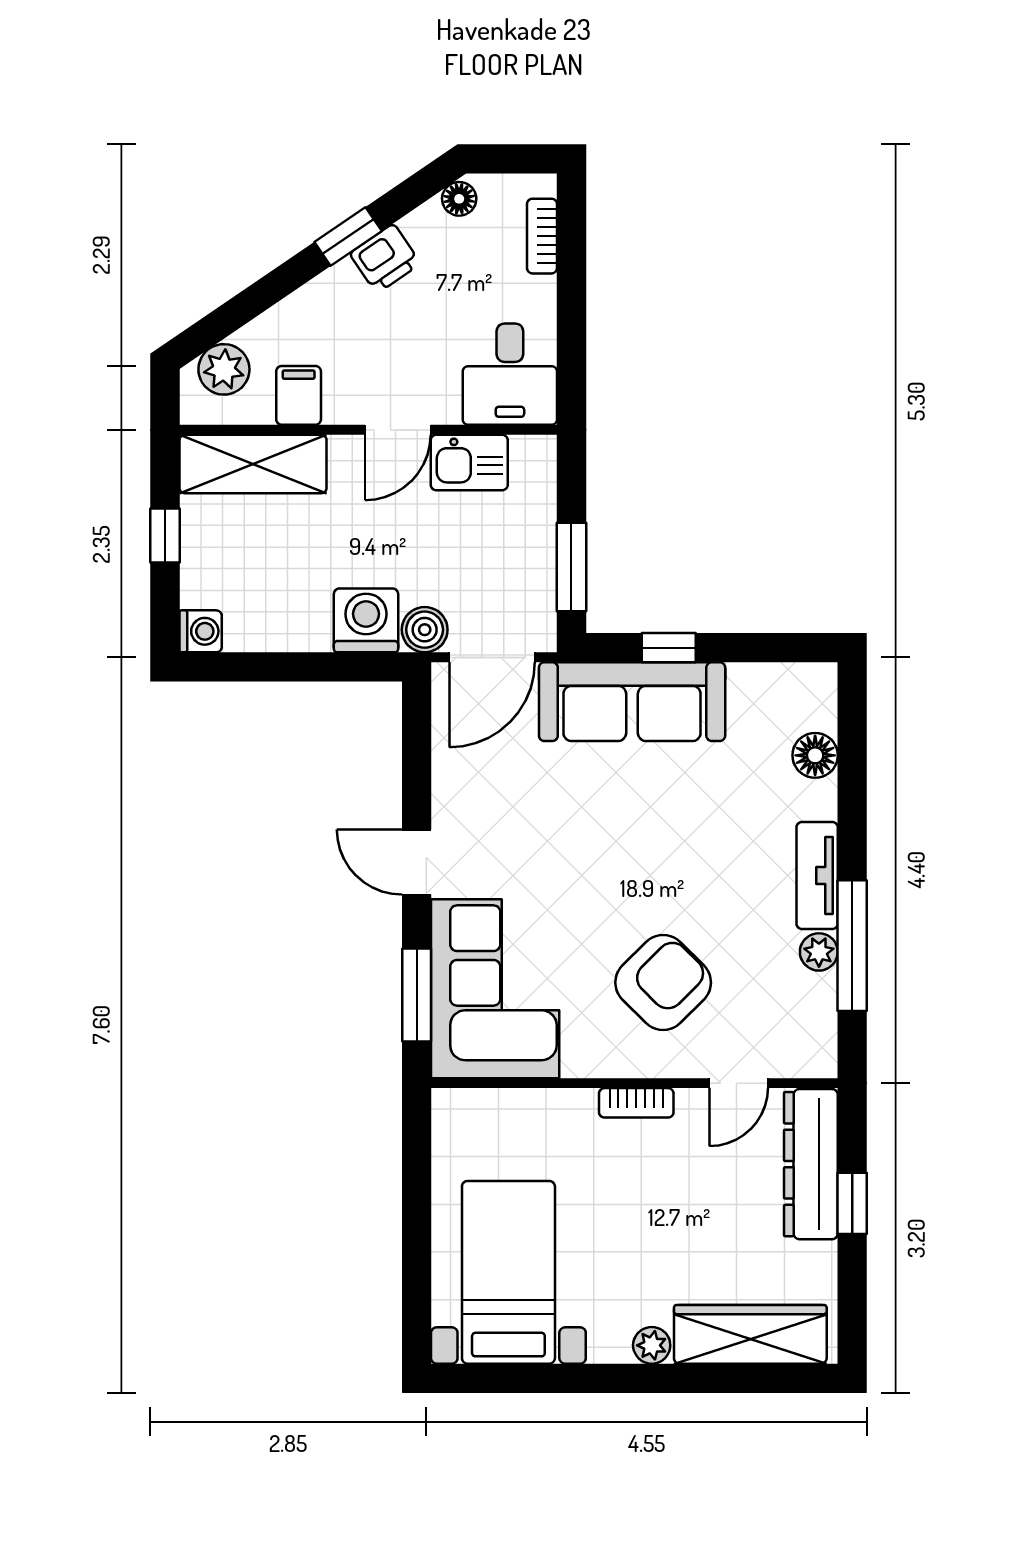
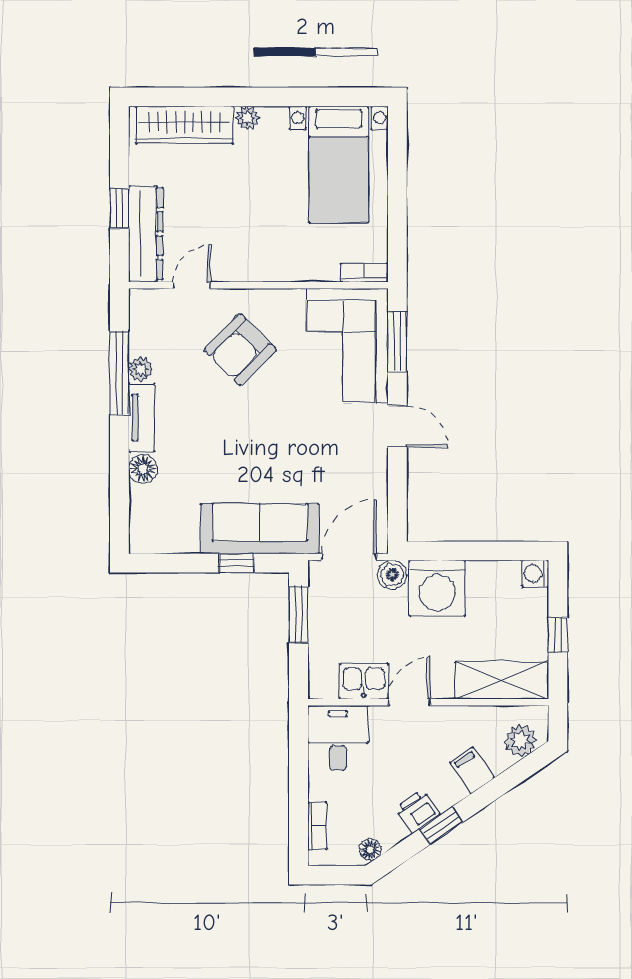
filing cabinet: (299, 395) -> (472, 770), moved, turned 146
washing machine: (366, 620) -> (437, 588), width x1.37, depth x1.37
floor lamp: (815, 755) -> (143, 469), moved
bookcase: (636, 1103) -> (364, 273), moved

